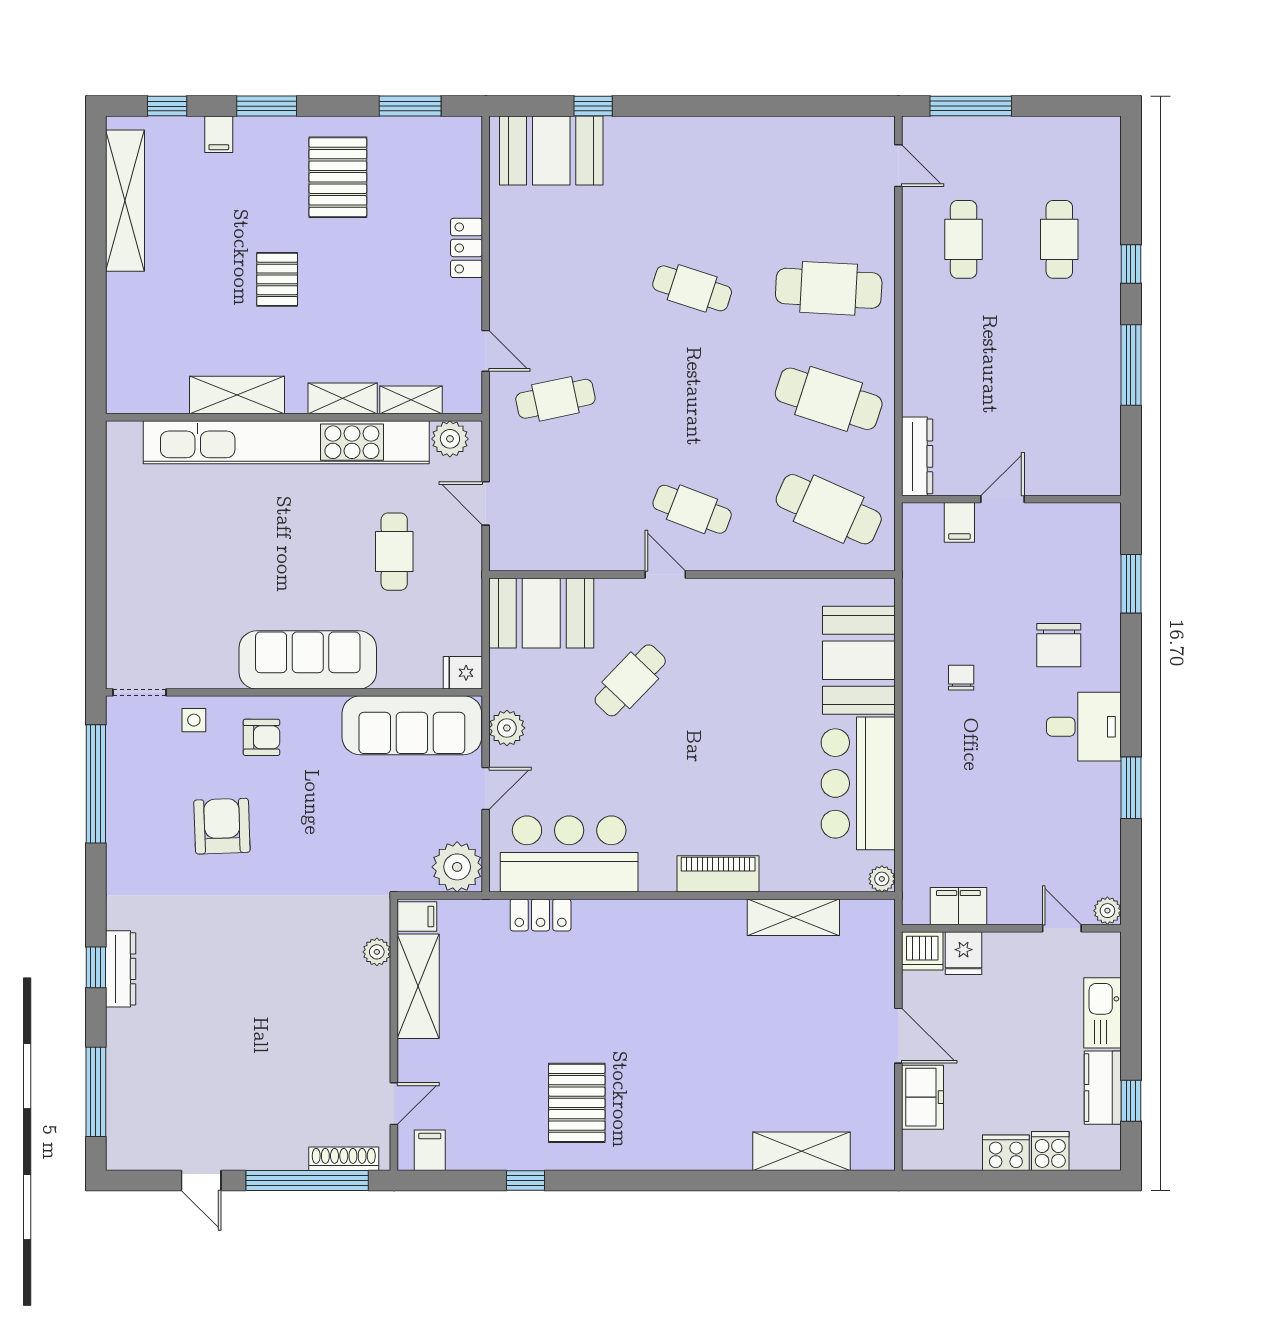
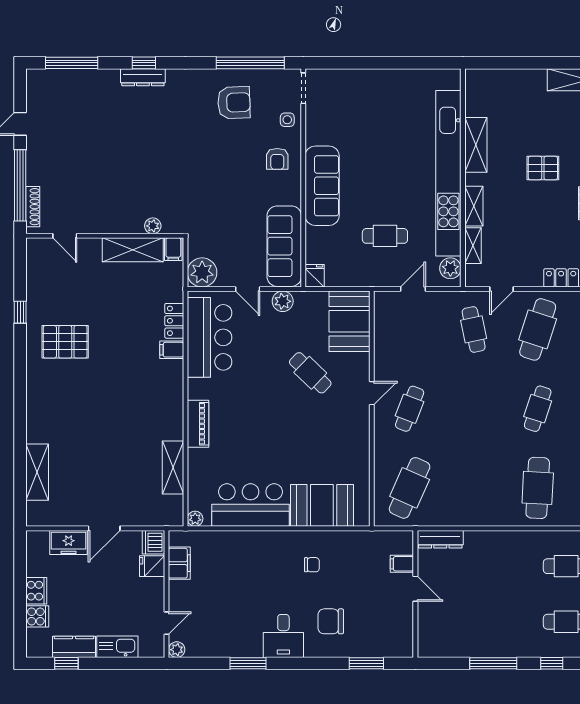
cafe table: (829, 399) -> (538, 329), moved
armchair: (222, 826) -> (234, 103), moved
filing cabinet: (430, 1150) -> (172, 350), moved, turned 180

